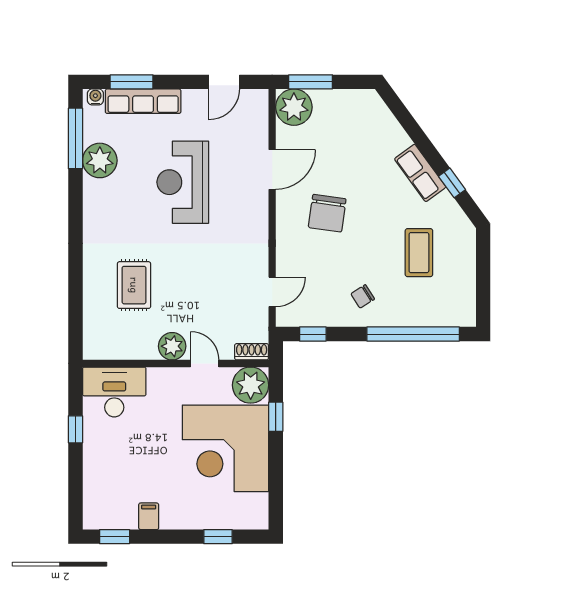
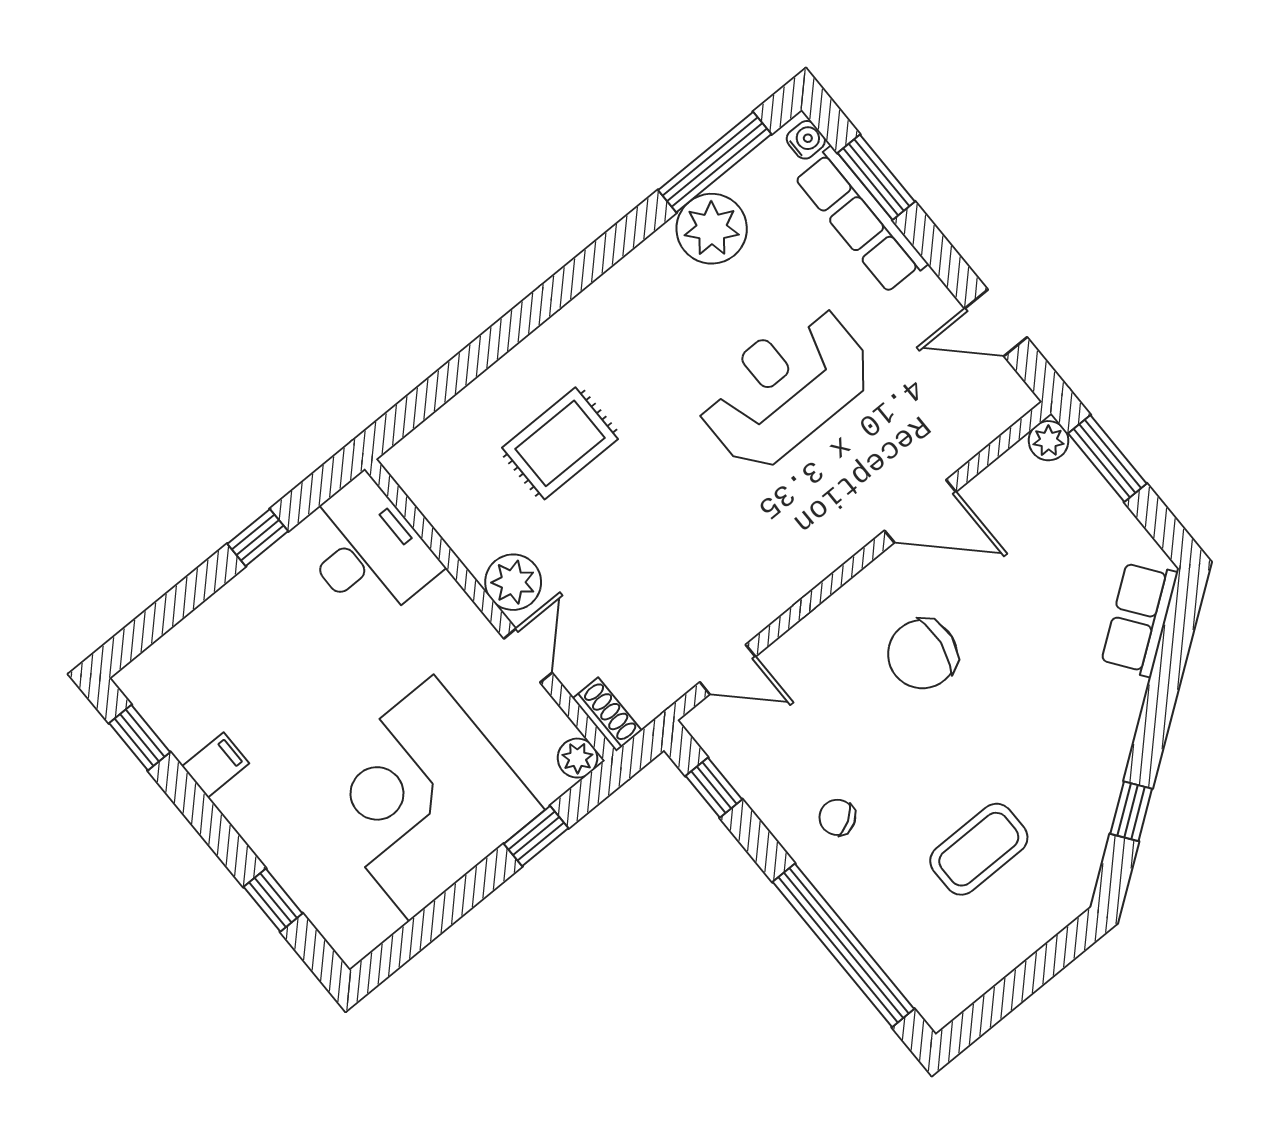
plant: (294, 107) -> (1049, 441), width x0.53, depth x0.53
row of seats: (420, 173) -> (1139, 619), moved
plant: (251, 385) -> (577, 758), width x0.53, depth x0.53

